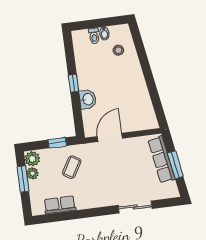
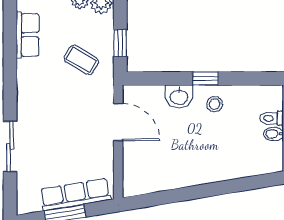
stool: (118, 50) -> (215, 104), moved

